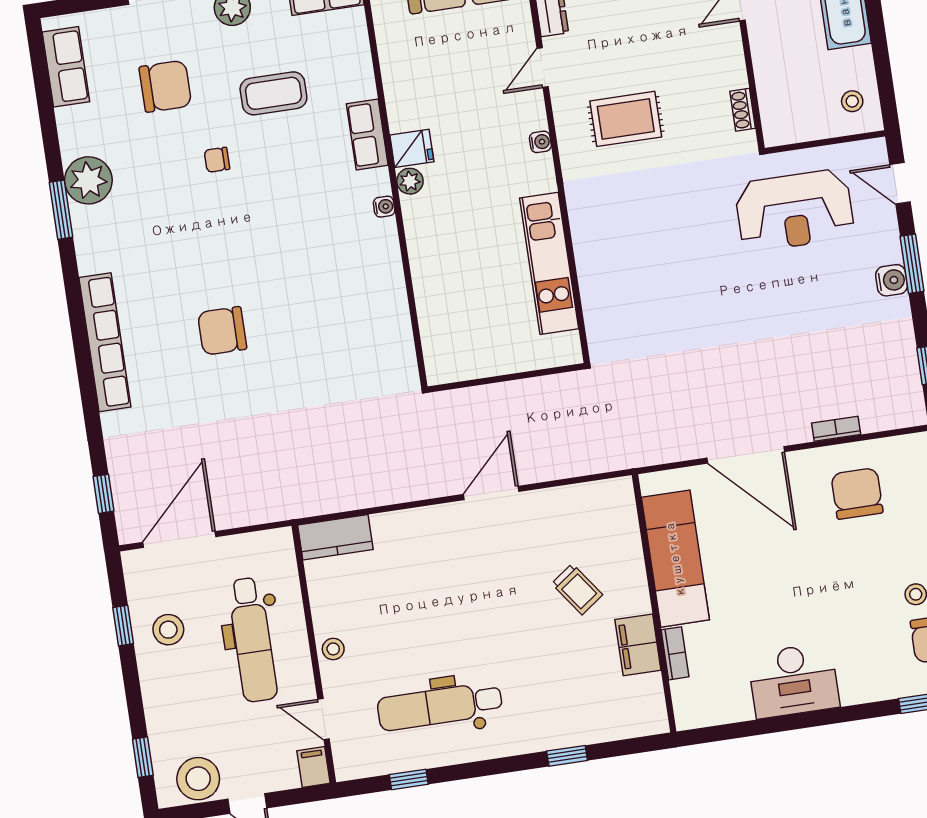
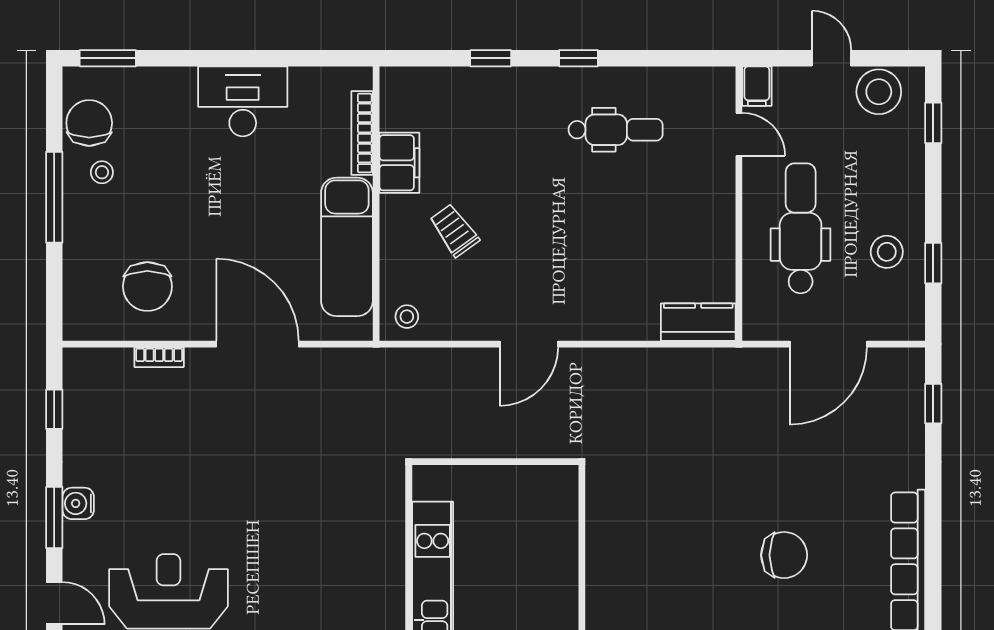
door: (179, 540) -> (828, 344), moved
stool: (333, 649) -> (407, 317), moved
bookcase: (675, 653) -> (362, 133), width x1.56
dental chair: (440, 706) -> (616, 130), width x0.73, depth x0.72
window: (409, 779) -> (579, 58), moved

